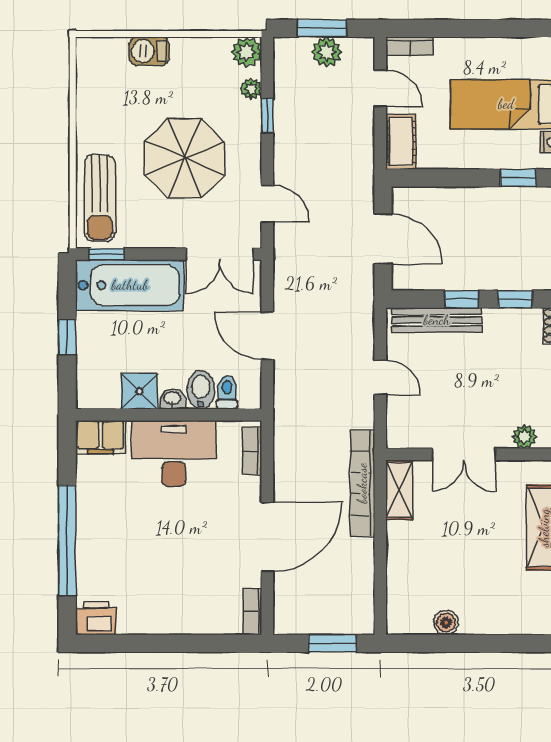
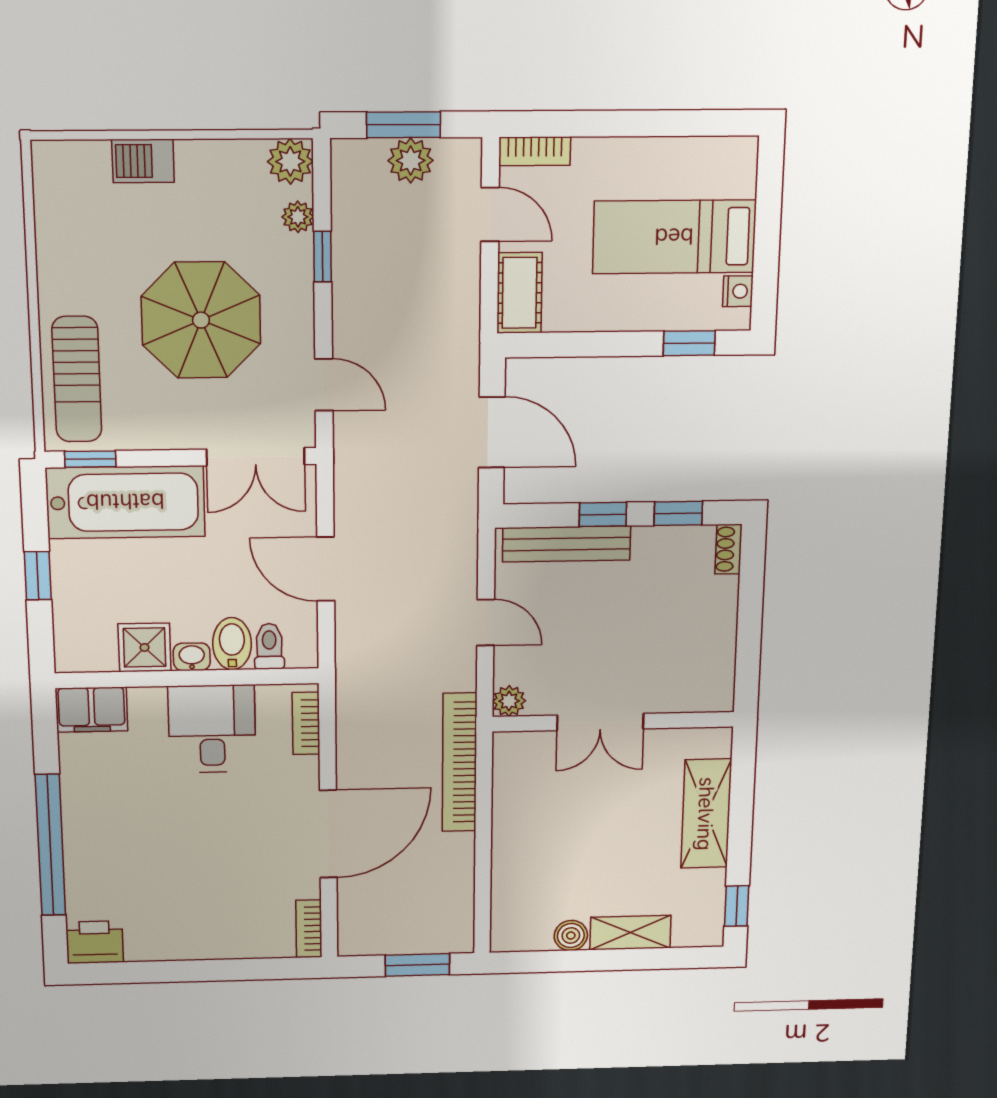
plant: (524, 437) -> (509, 701), moved
desk: (174, 454) -> (212, 729), width x0.73
shelving: (399, 490) -> (630, 933), moved, turned 90

